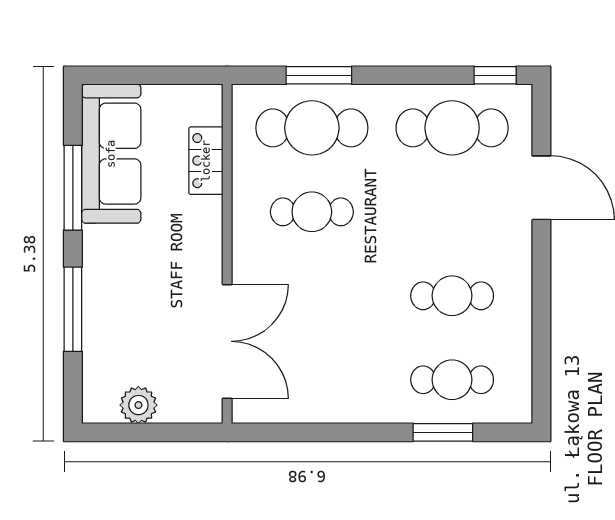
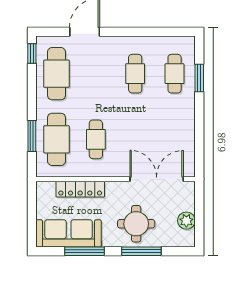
locker: (206, 161) -> (80, 189), width x1.53
round table: (132, 298) -> (136, 224), added

